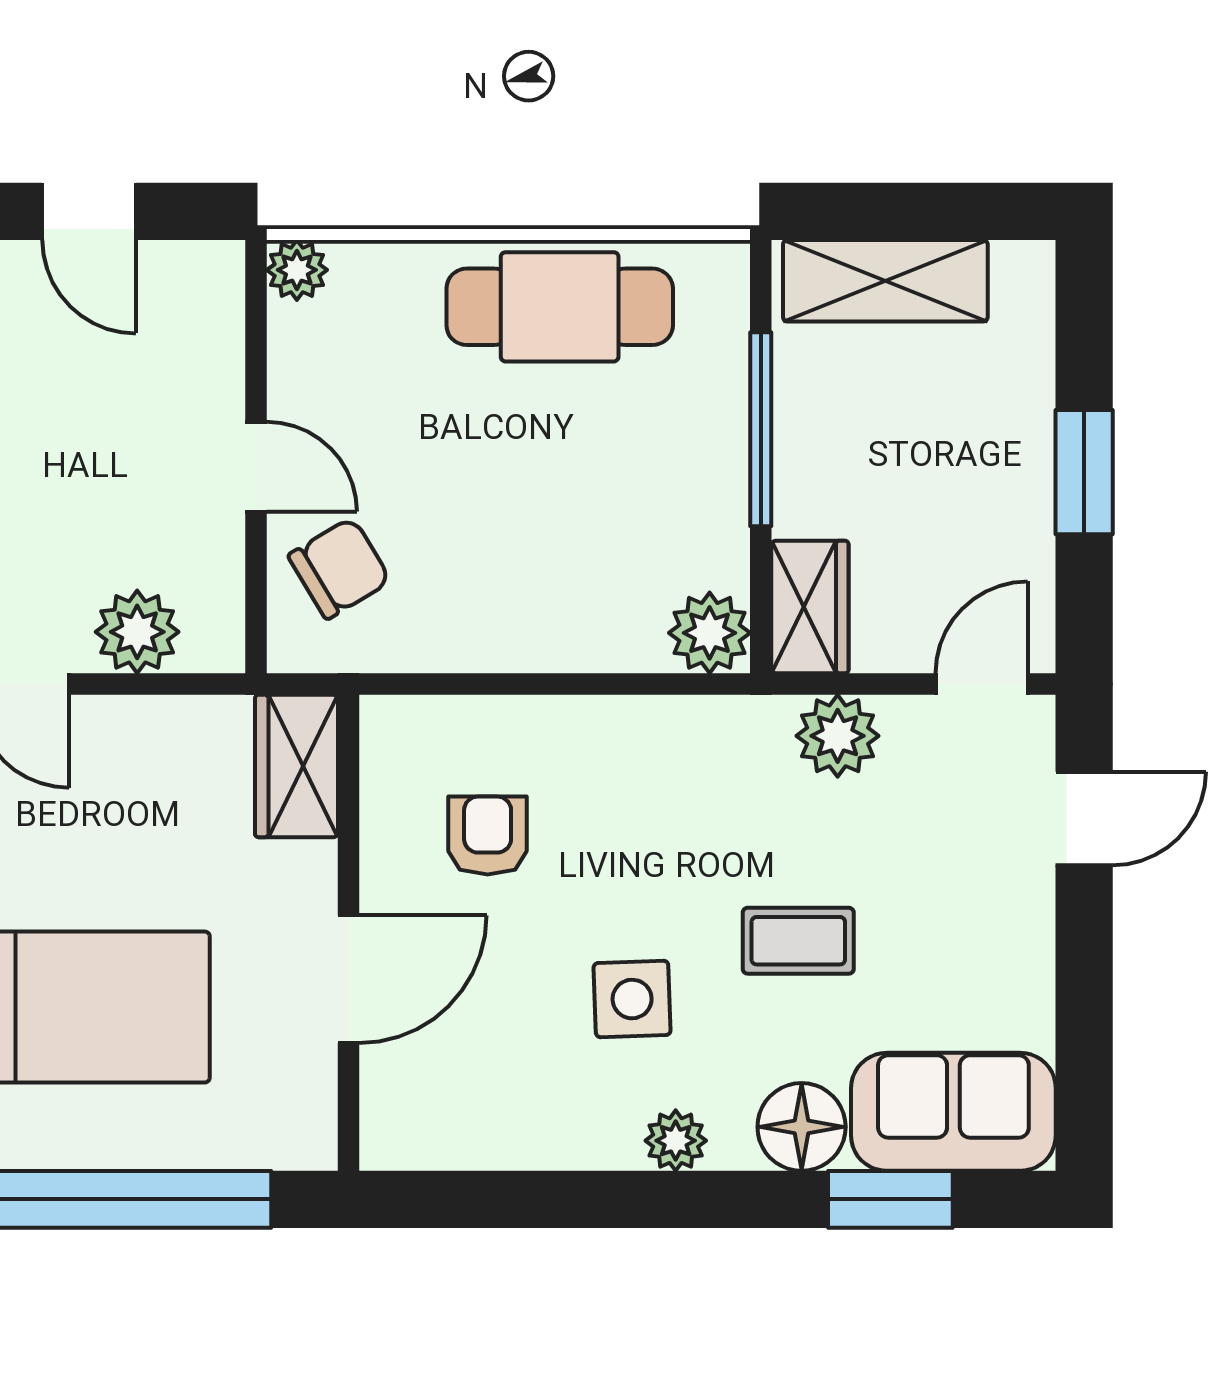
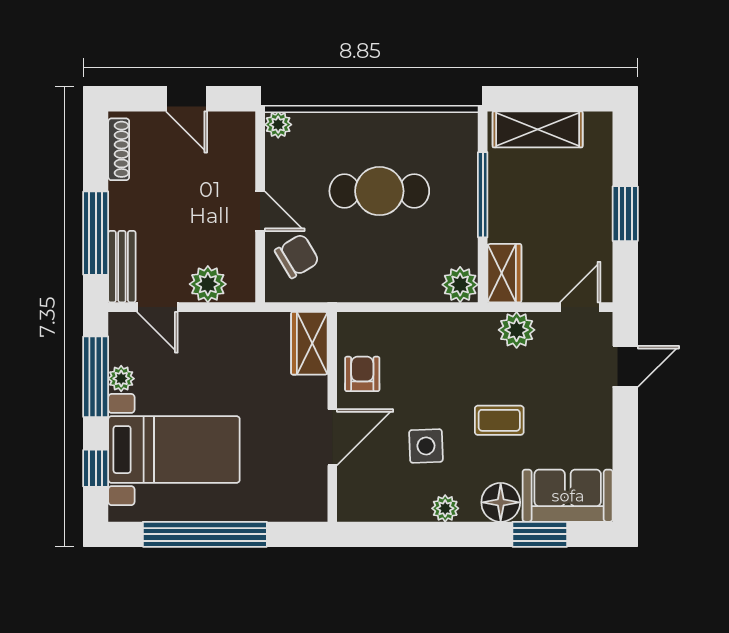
cafe table: (560, 307) -> (379, 191), moved
wardrobe: (296, 766) -> (309, 343), moved
wall: (348, 933) -> (332, 417), moved
door: (348, 979) -> (332, 437), moved

